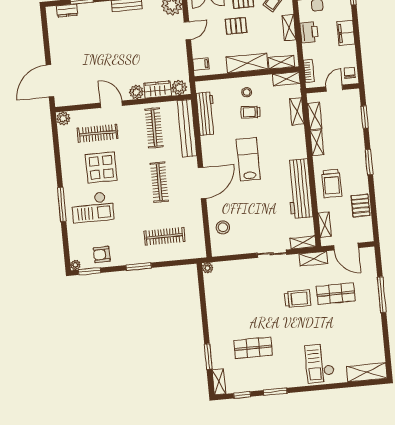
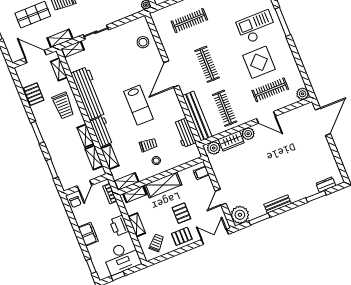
pallet: (236, 26) -> (181, 213), turned 90
workbench: (206, 114) -> (185, 133), width x0.73
workbench: (297, 142) -> (102, 131), added
trolley: (332, 183) -> (63, 105), turned 180

